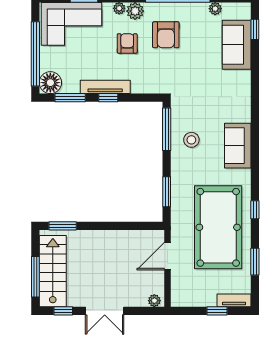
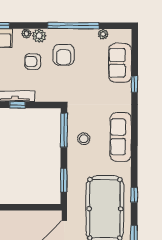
window: (255, 29) -> (135, 84), moved
armchair: (127, 43) -> (33, 62), turned -88
sofa: (238, 146) -> (121, 137), width x1.36

